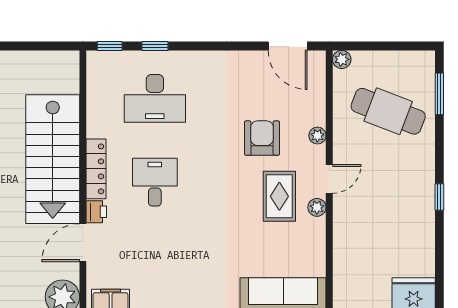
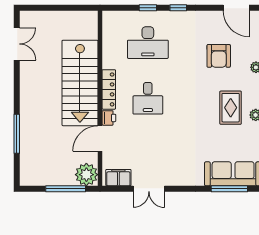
window: (110, 46) -> (178, 8), moved
armchair: (262, 138) -> (219, 56), moved, turned 180
desk: (155, 182) -> (148, 98), turned 180

